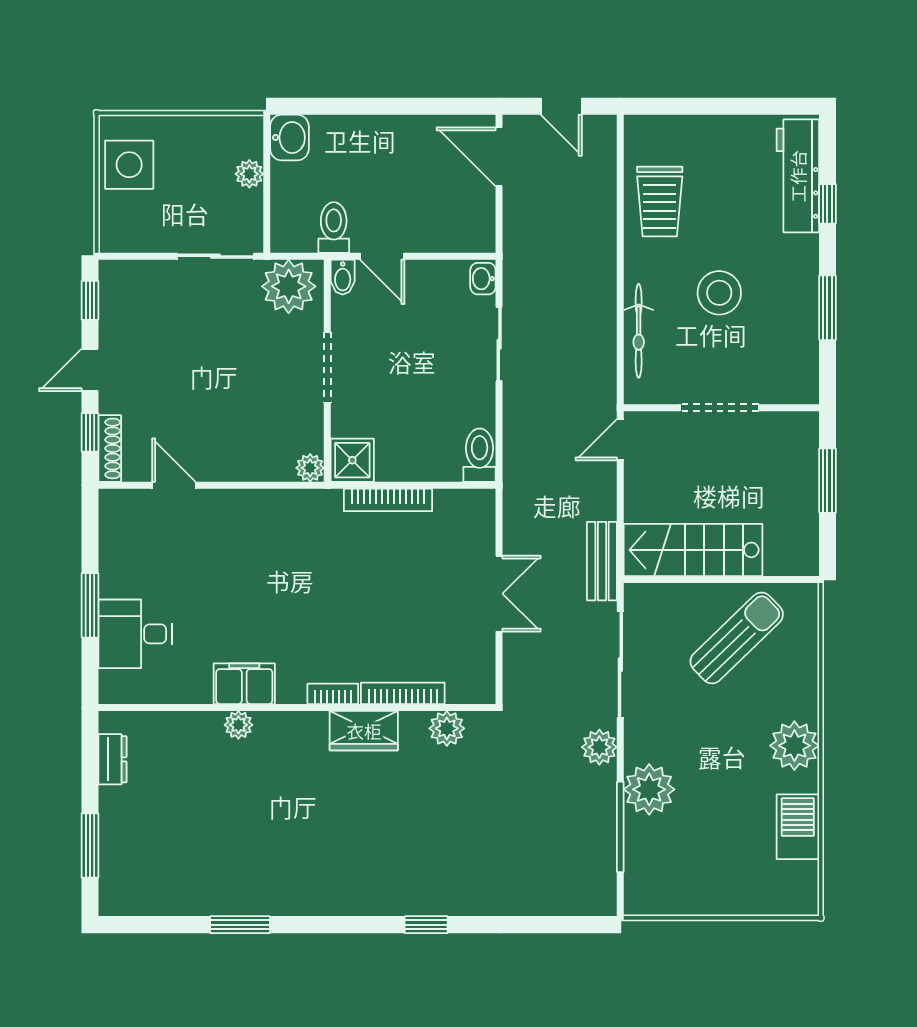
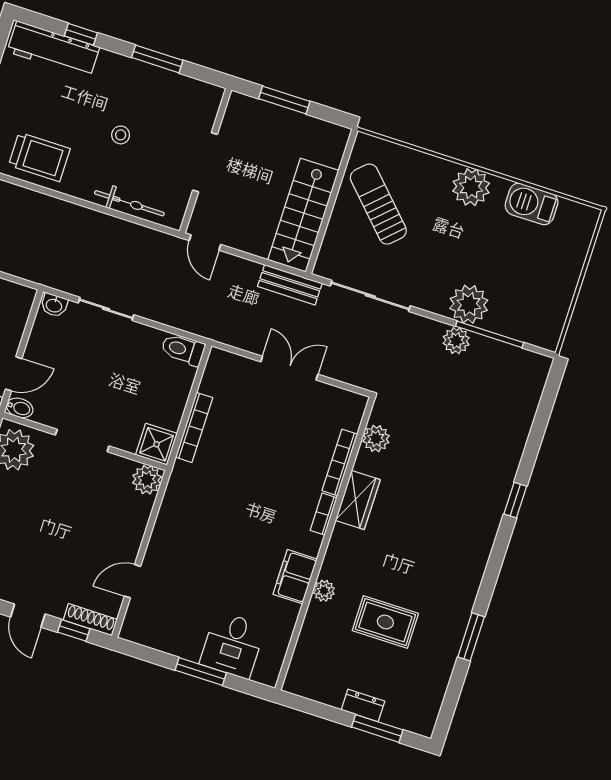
stool: (719, 293) -> (121, 135), width x0.53, depth x0.53
plant: (310, 468) -> (147, 480), width x1.38, depth x1.38
plant: (599, 747) -> (456, 341), moved
dresser: (113, 759) -> (363, 705), moved
rug: (224, 813) -> (385, 622), added

